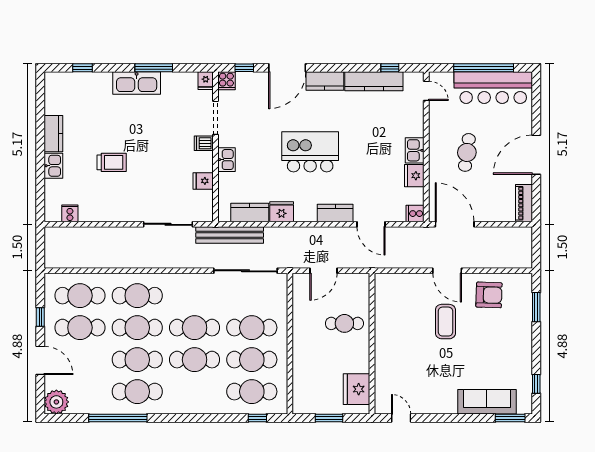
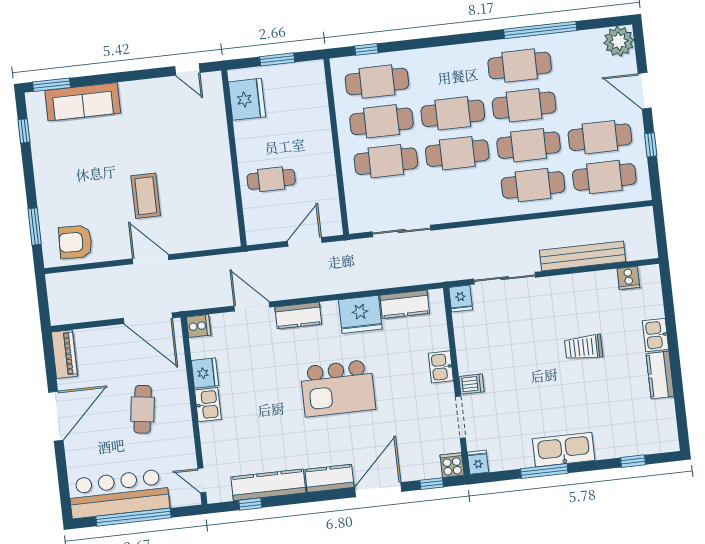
fridge: (203, 181) -> (461, 299), moved, turned 90
fridge: (282, 212) -> (360, 314), width x1.36, depth x1.34
bench: (230, 235) -> (583, 256), moved
sliding door: (246, 271) -> (402, 231), width x0.73
armchair: (489, 295) -> (75, 242), moved

